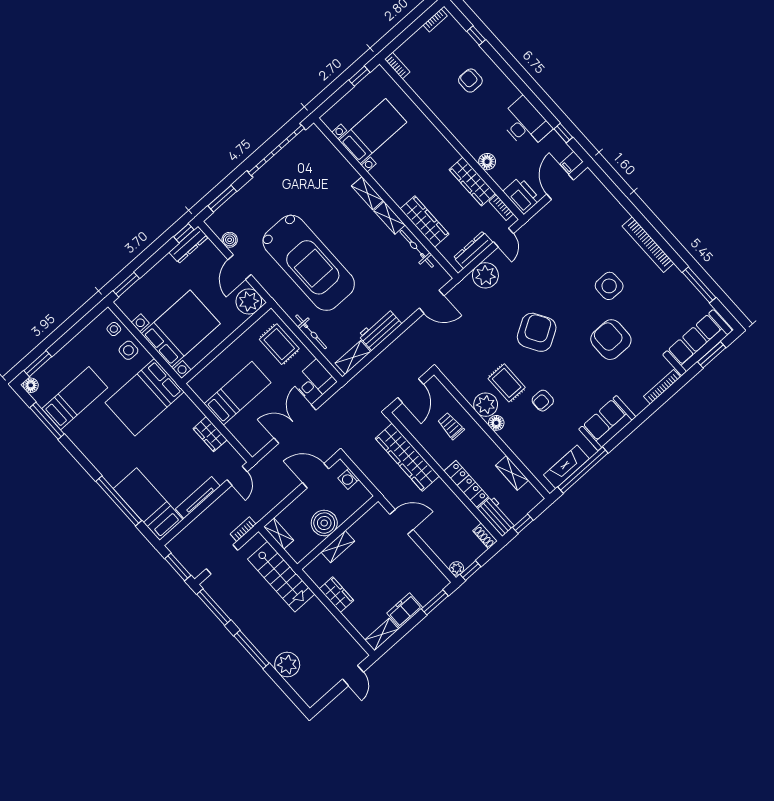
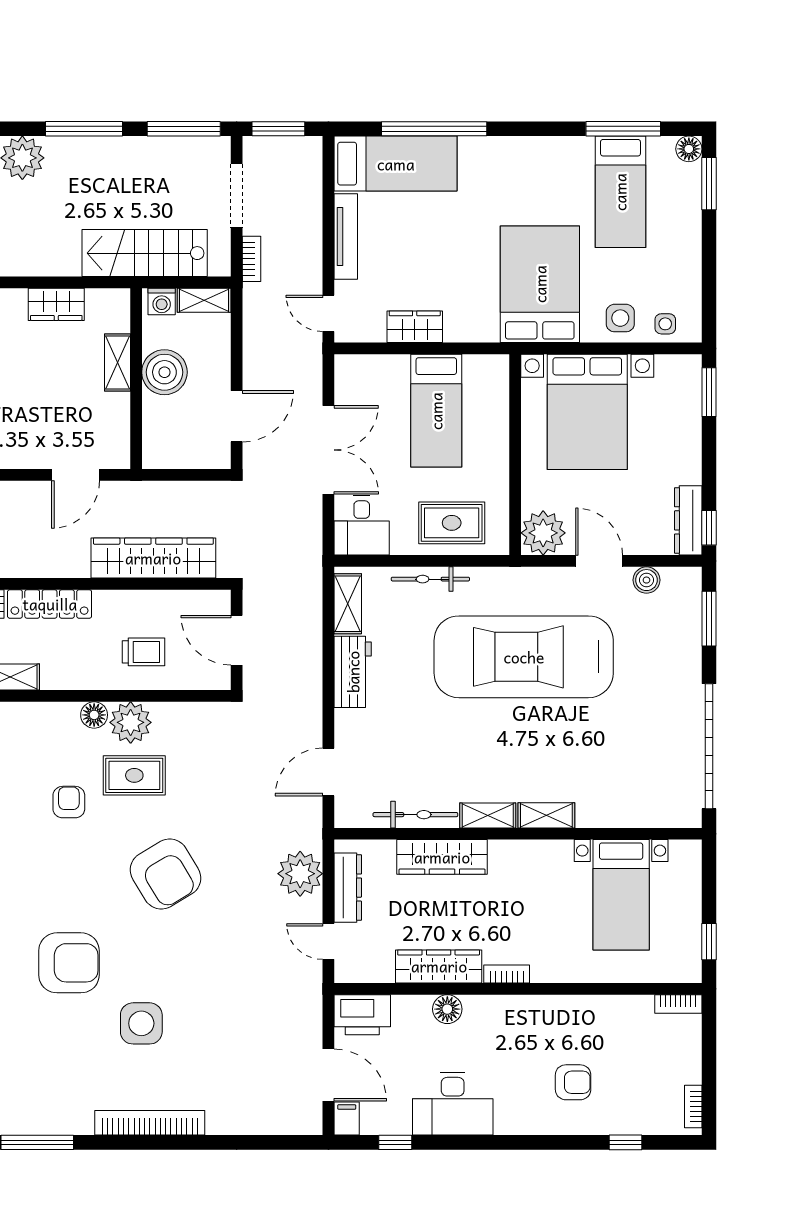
bookcase: (501, 208) -> (507, 974), moved
washing machine: (348, 479) -> (162, 302), moved, turned 180

